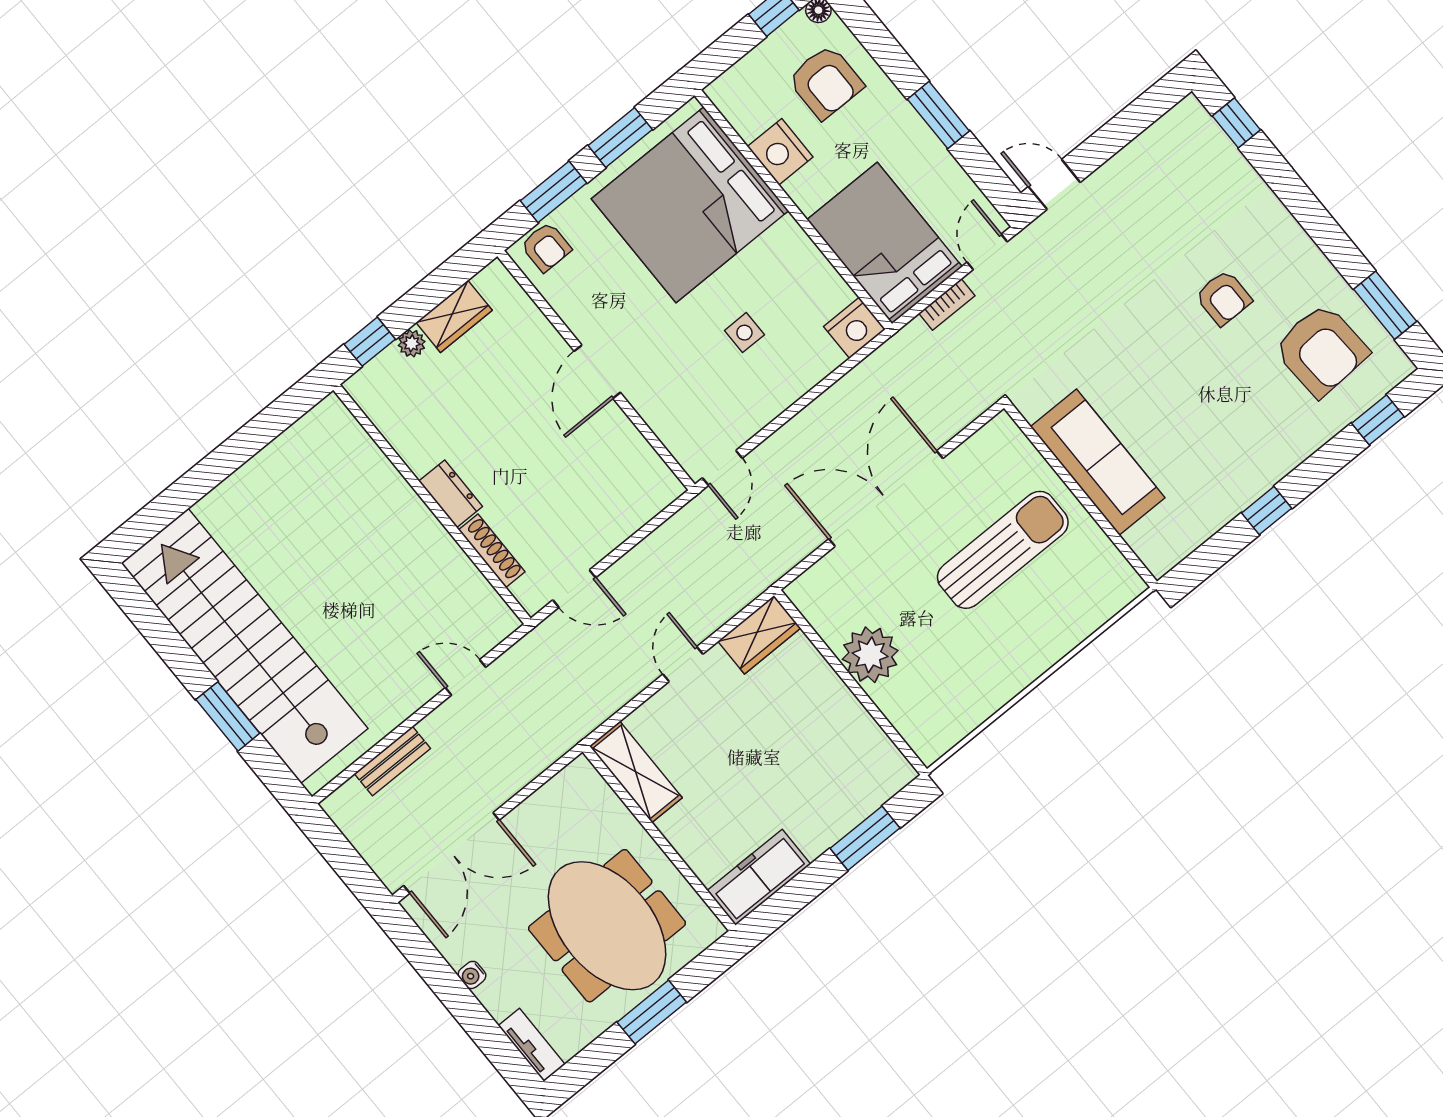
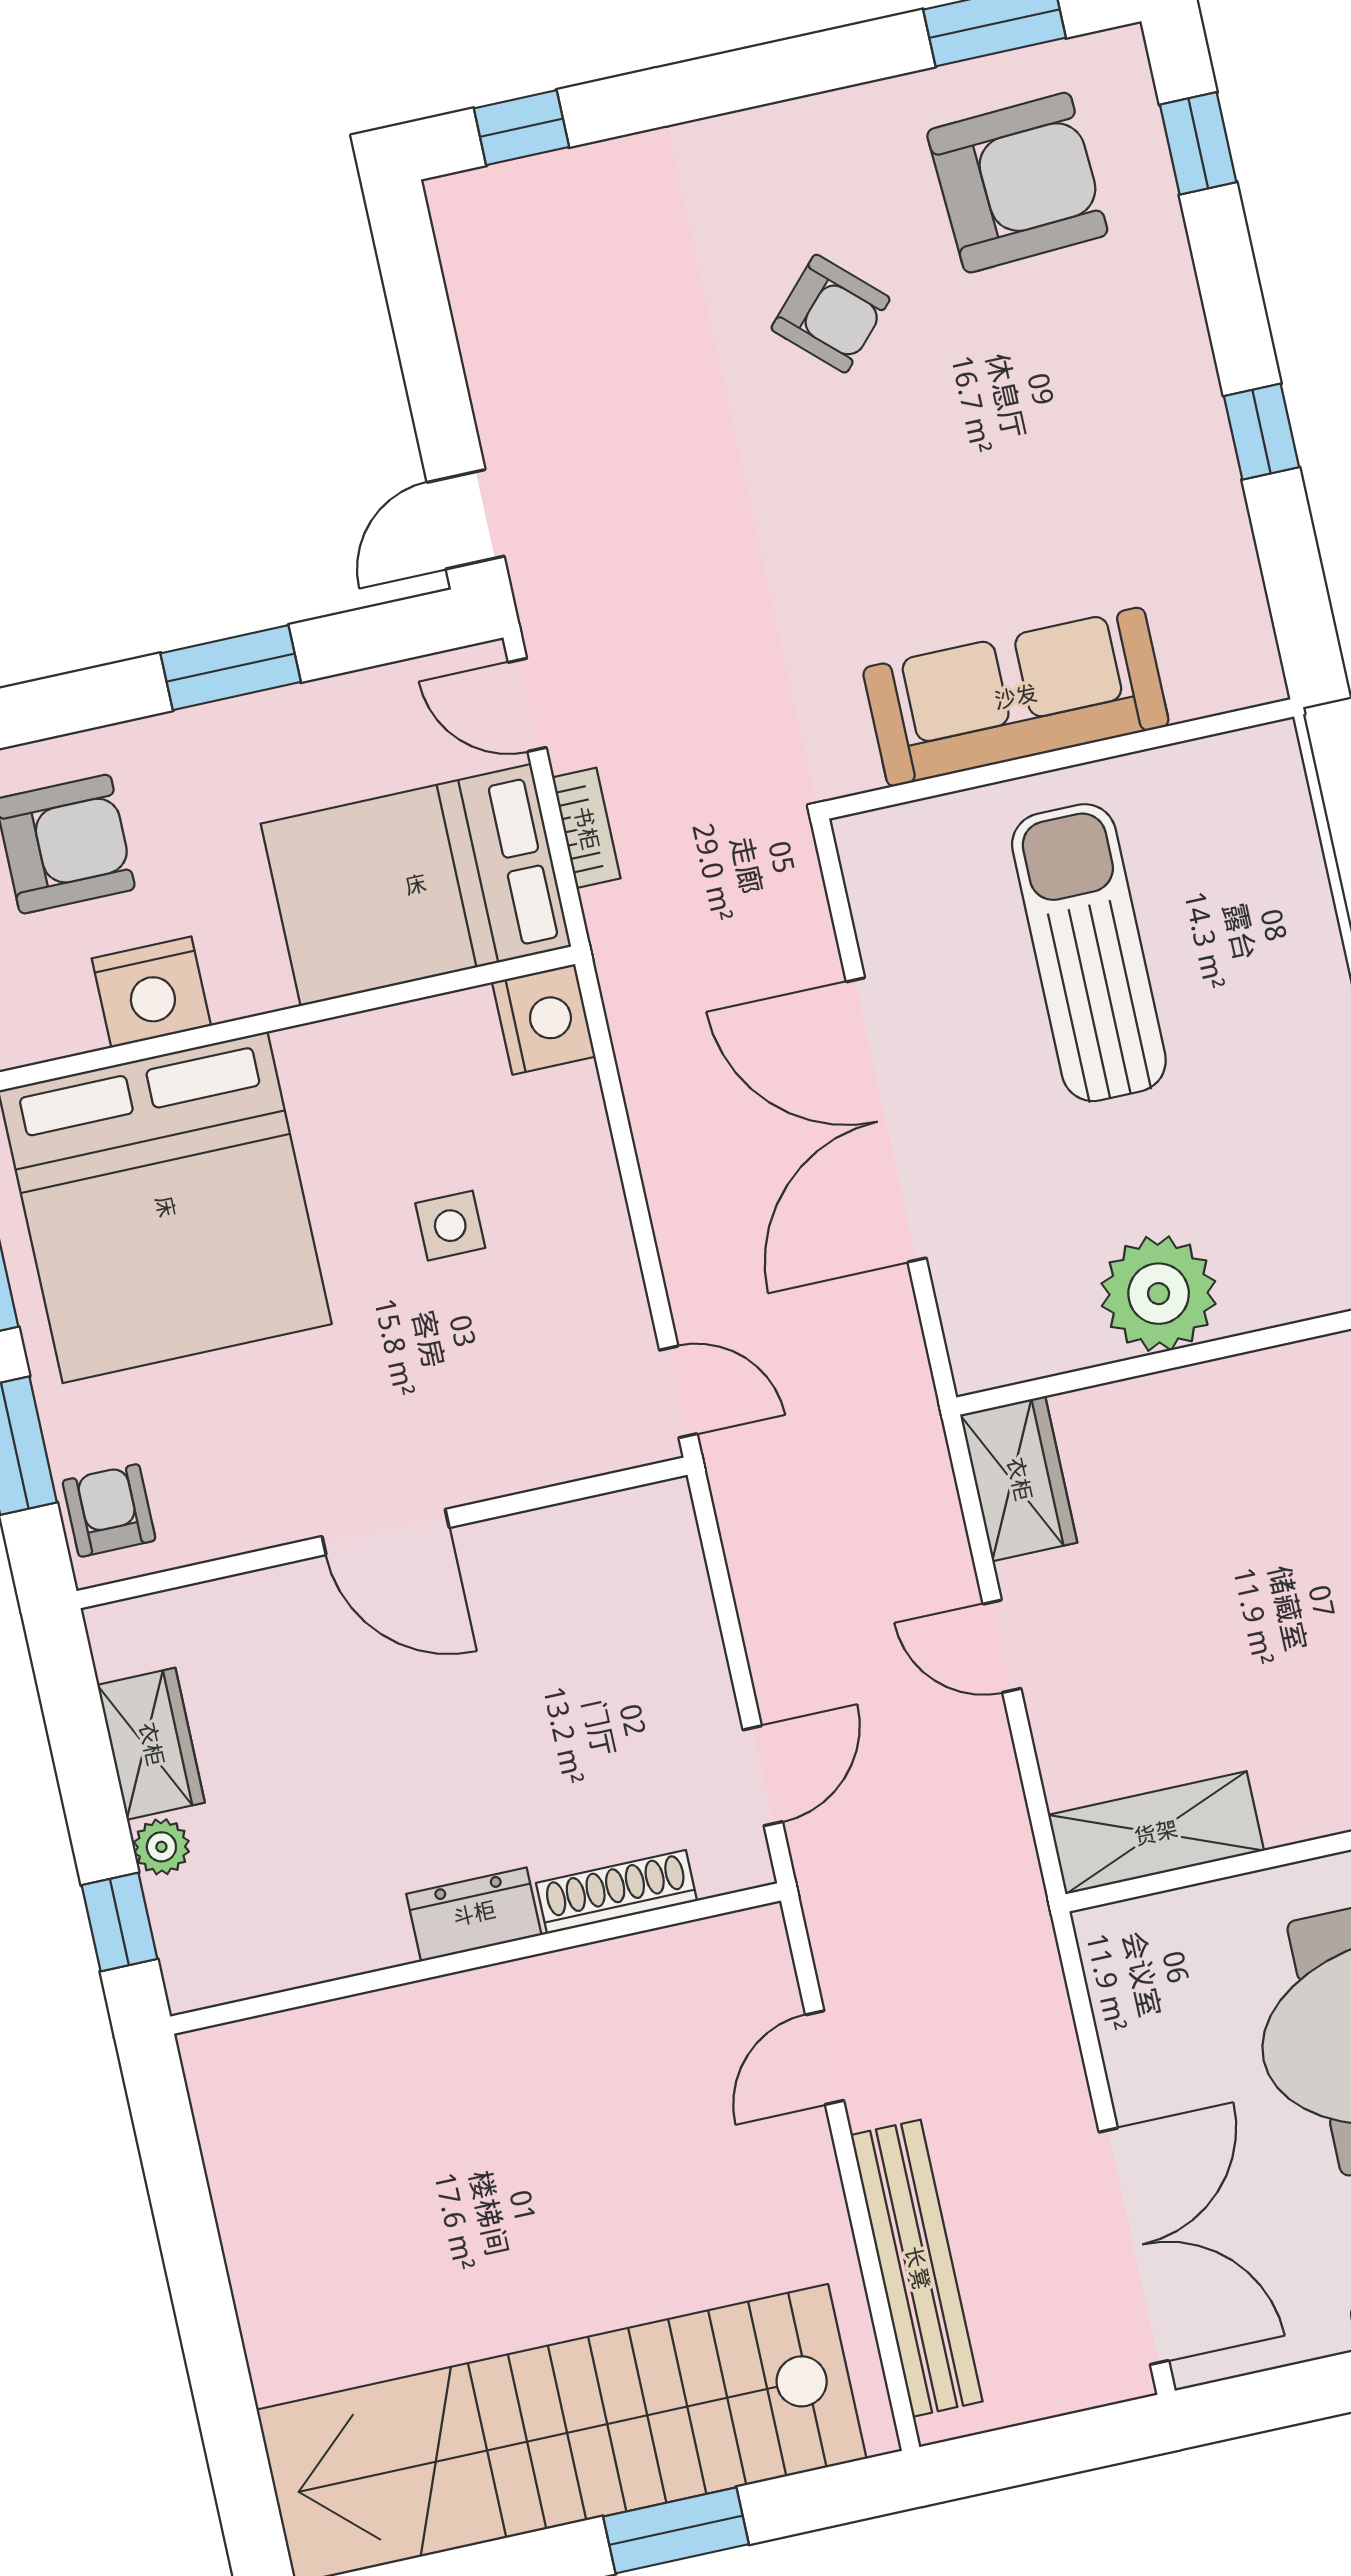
armchair: (546, 247) -> (109, 1510), turned -90
armchair: (1223, 298) -> (831, 314), turned 43
bench: (392, 761) -> (917, 2268), width x1.86, depth x1.21

